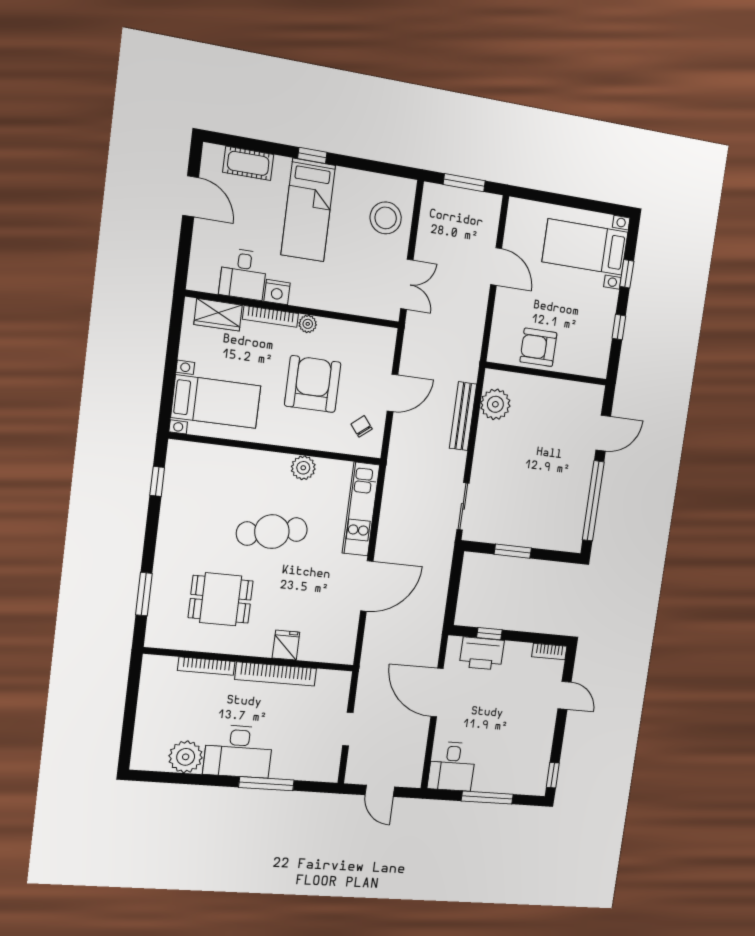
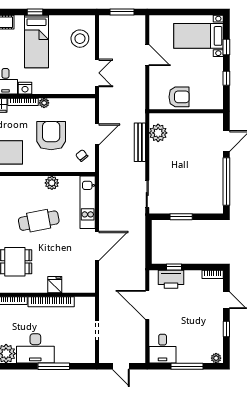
armchair: (538, 347) -> (179, 97), turned 180
window: (553, 775) -> (226, 329), moved
plant: (535, 787) -> (216, 358), added

